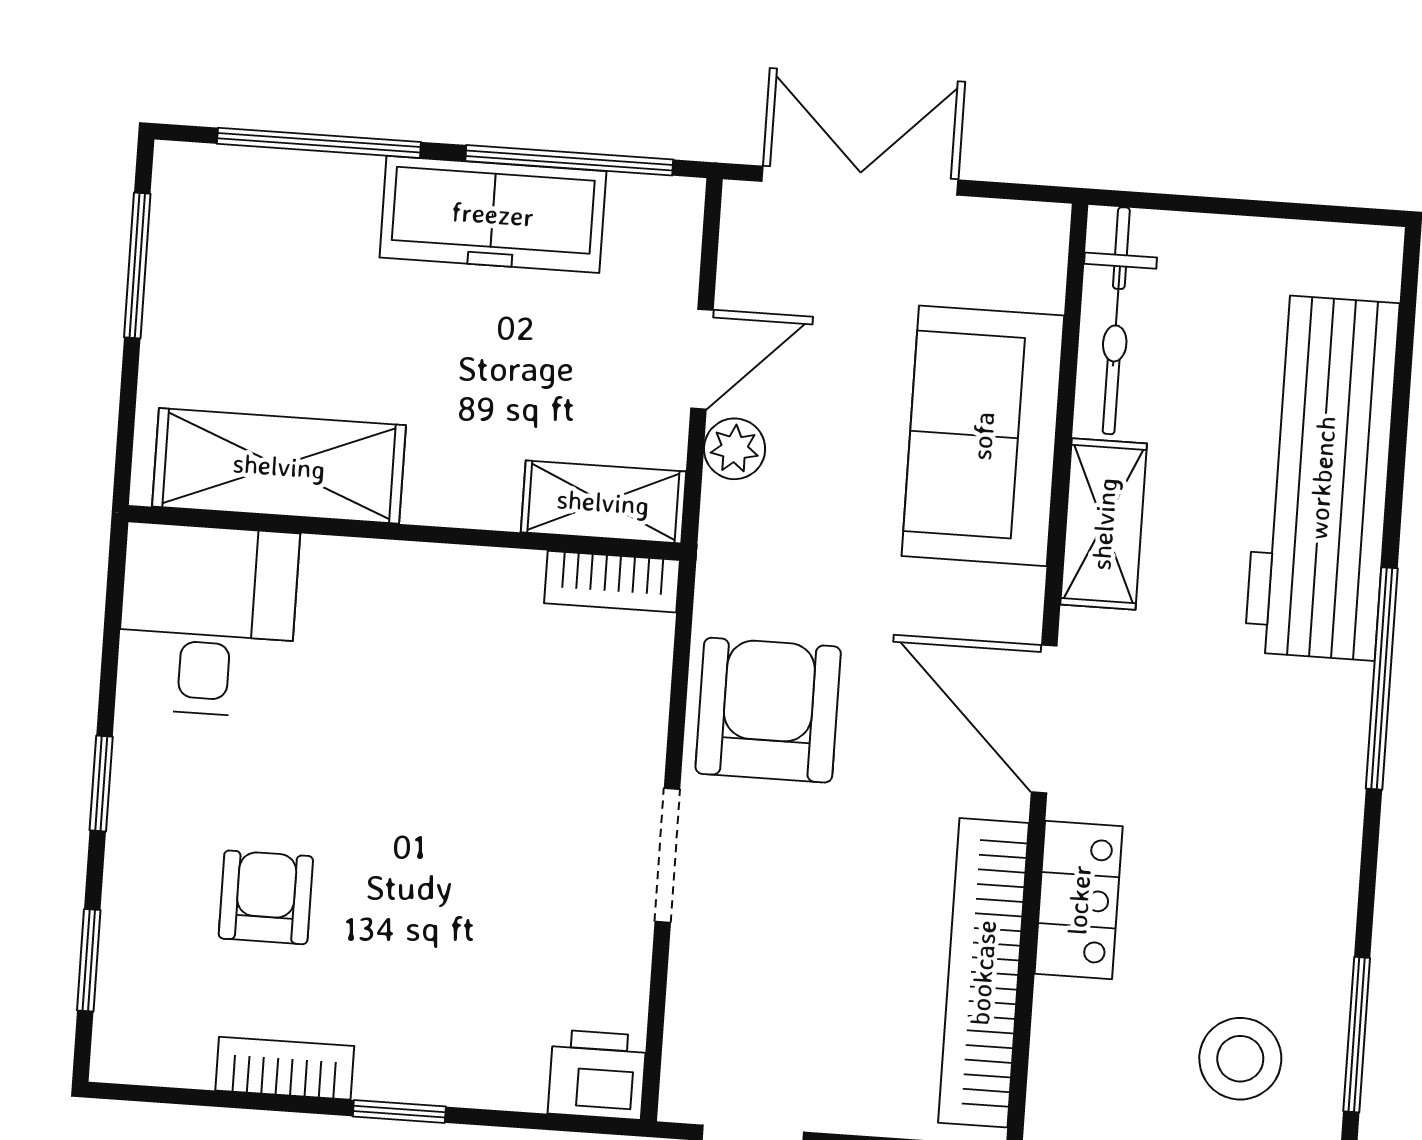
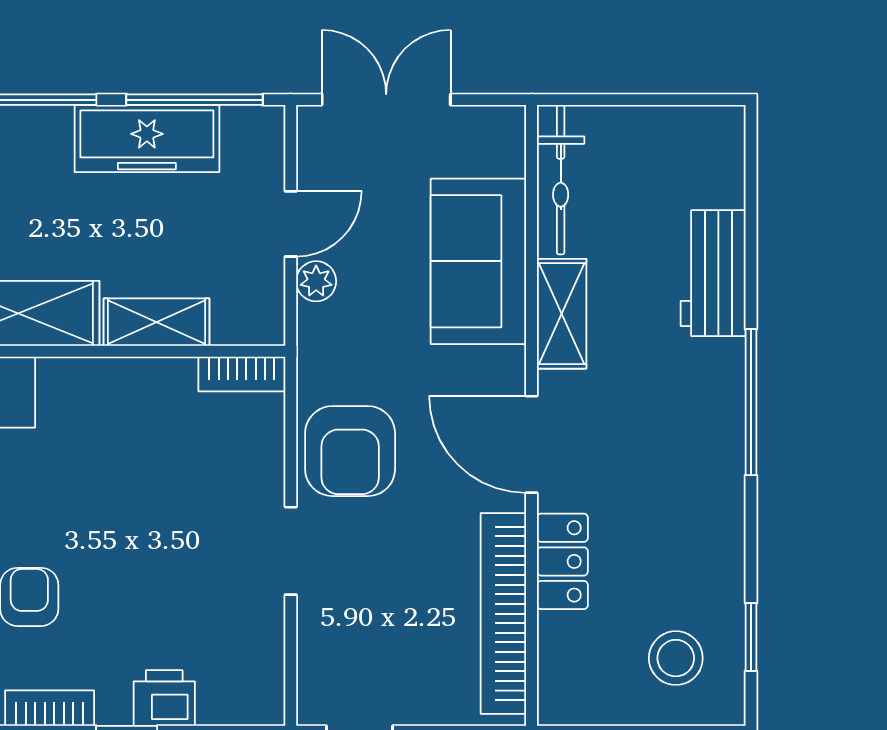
workbench: (1322, 478) -> (713, 273), width x0.53, depth x0.76
shelving: (603, 502) -> (157, 322), moved
armchair: (768, 710) -> (350, 451), turned 180
window: (1357, 1035) -> (751, 637), width x0.67
printer: (597, 1075) -> (164, 698), moved

